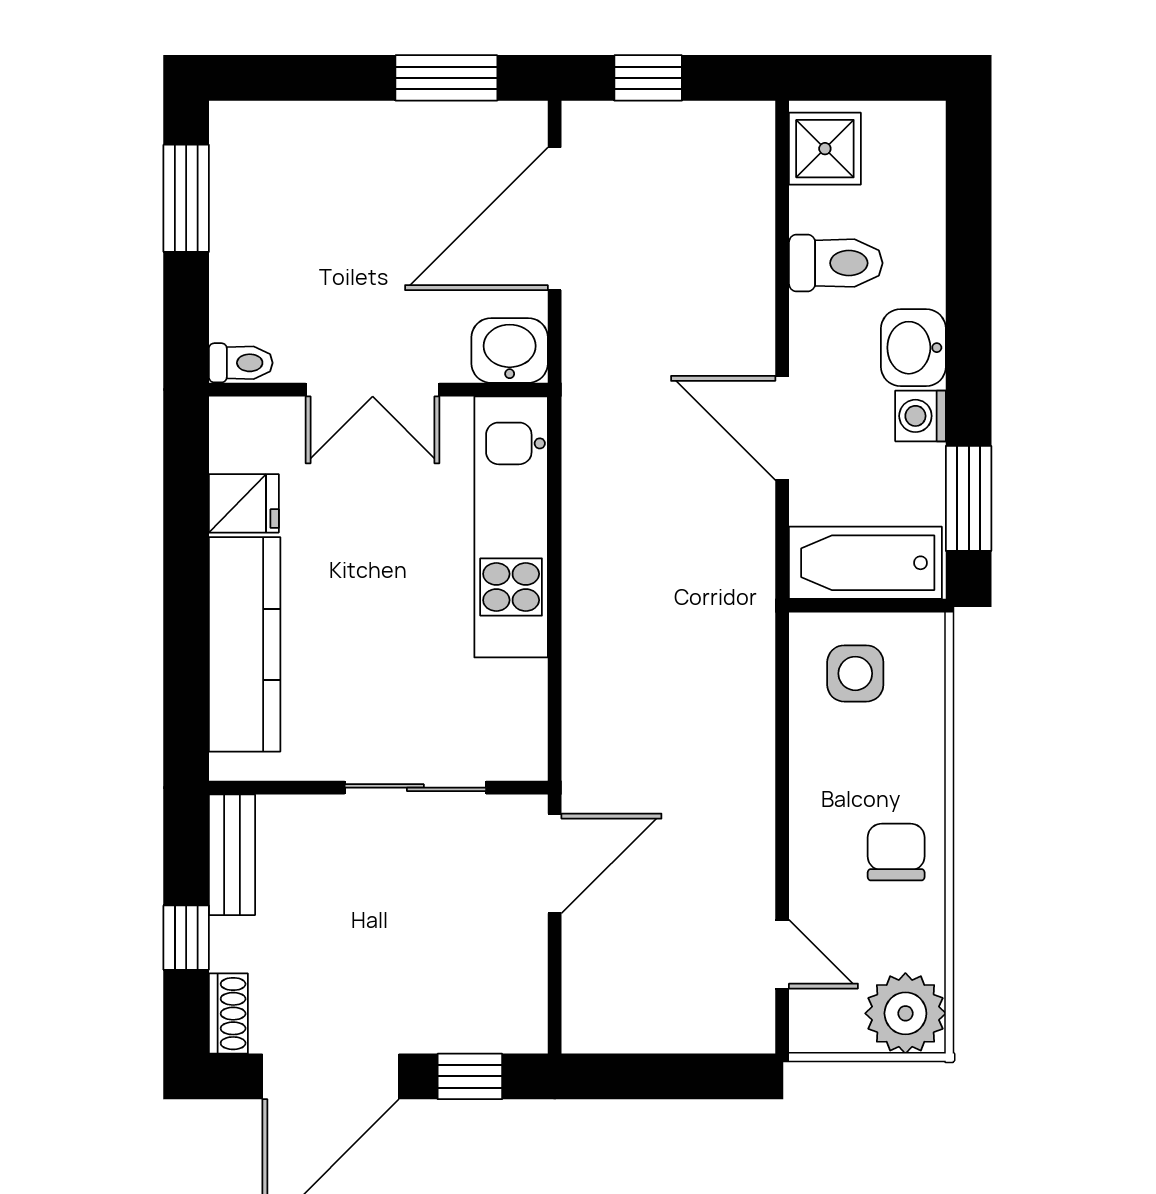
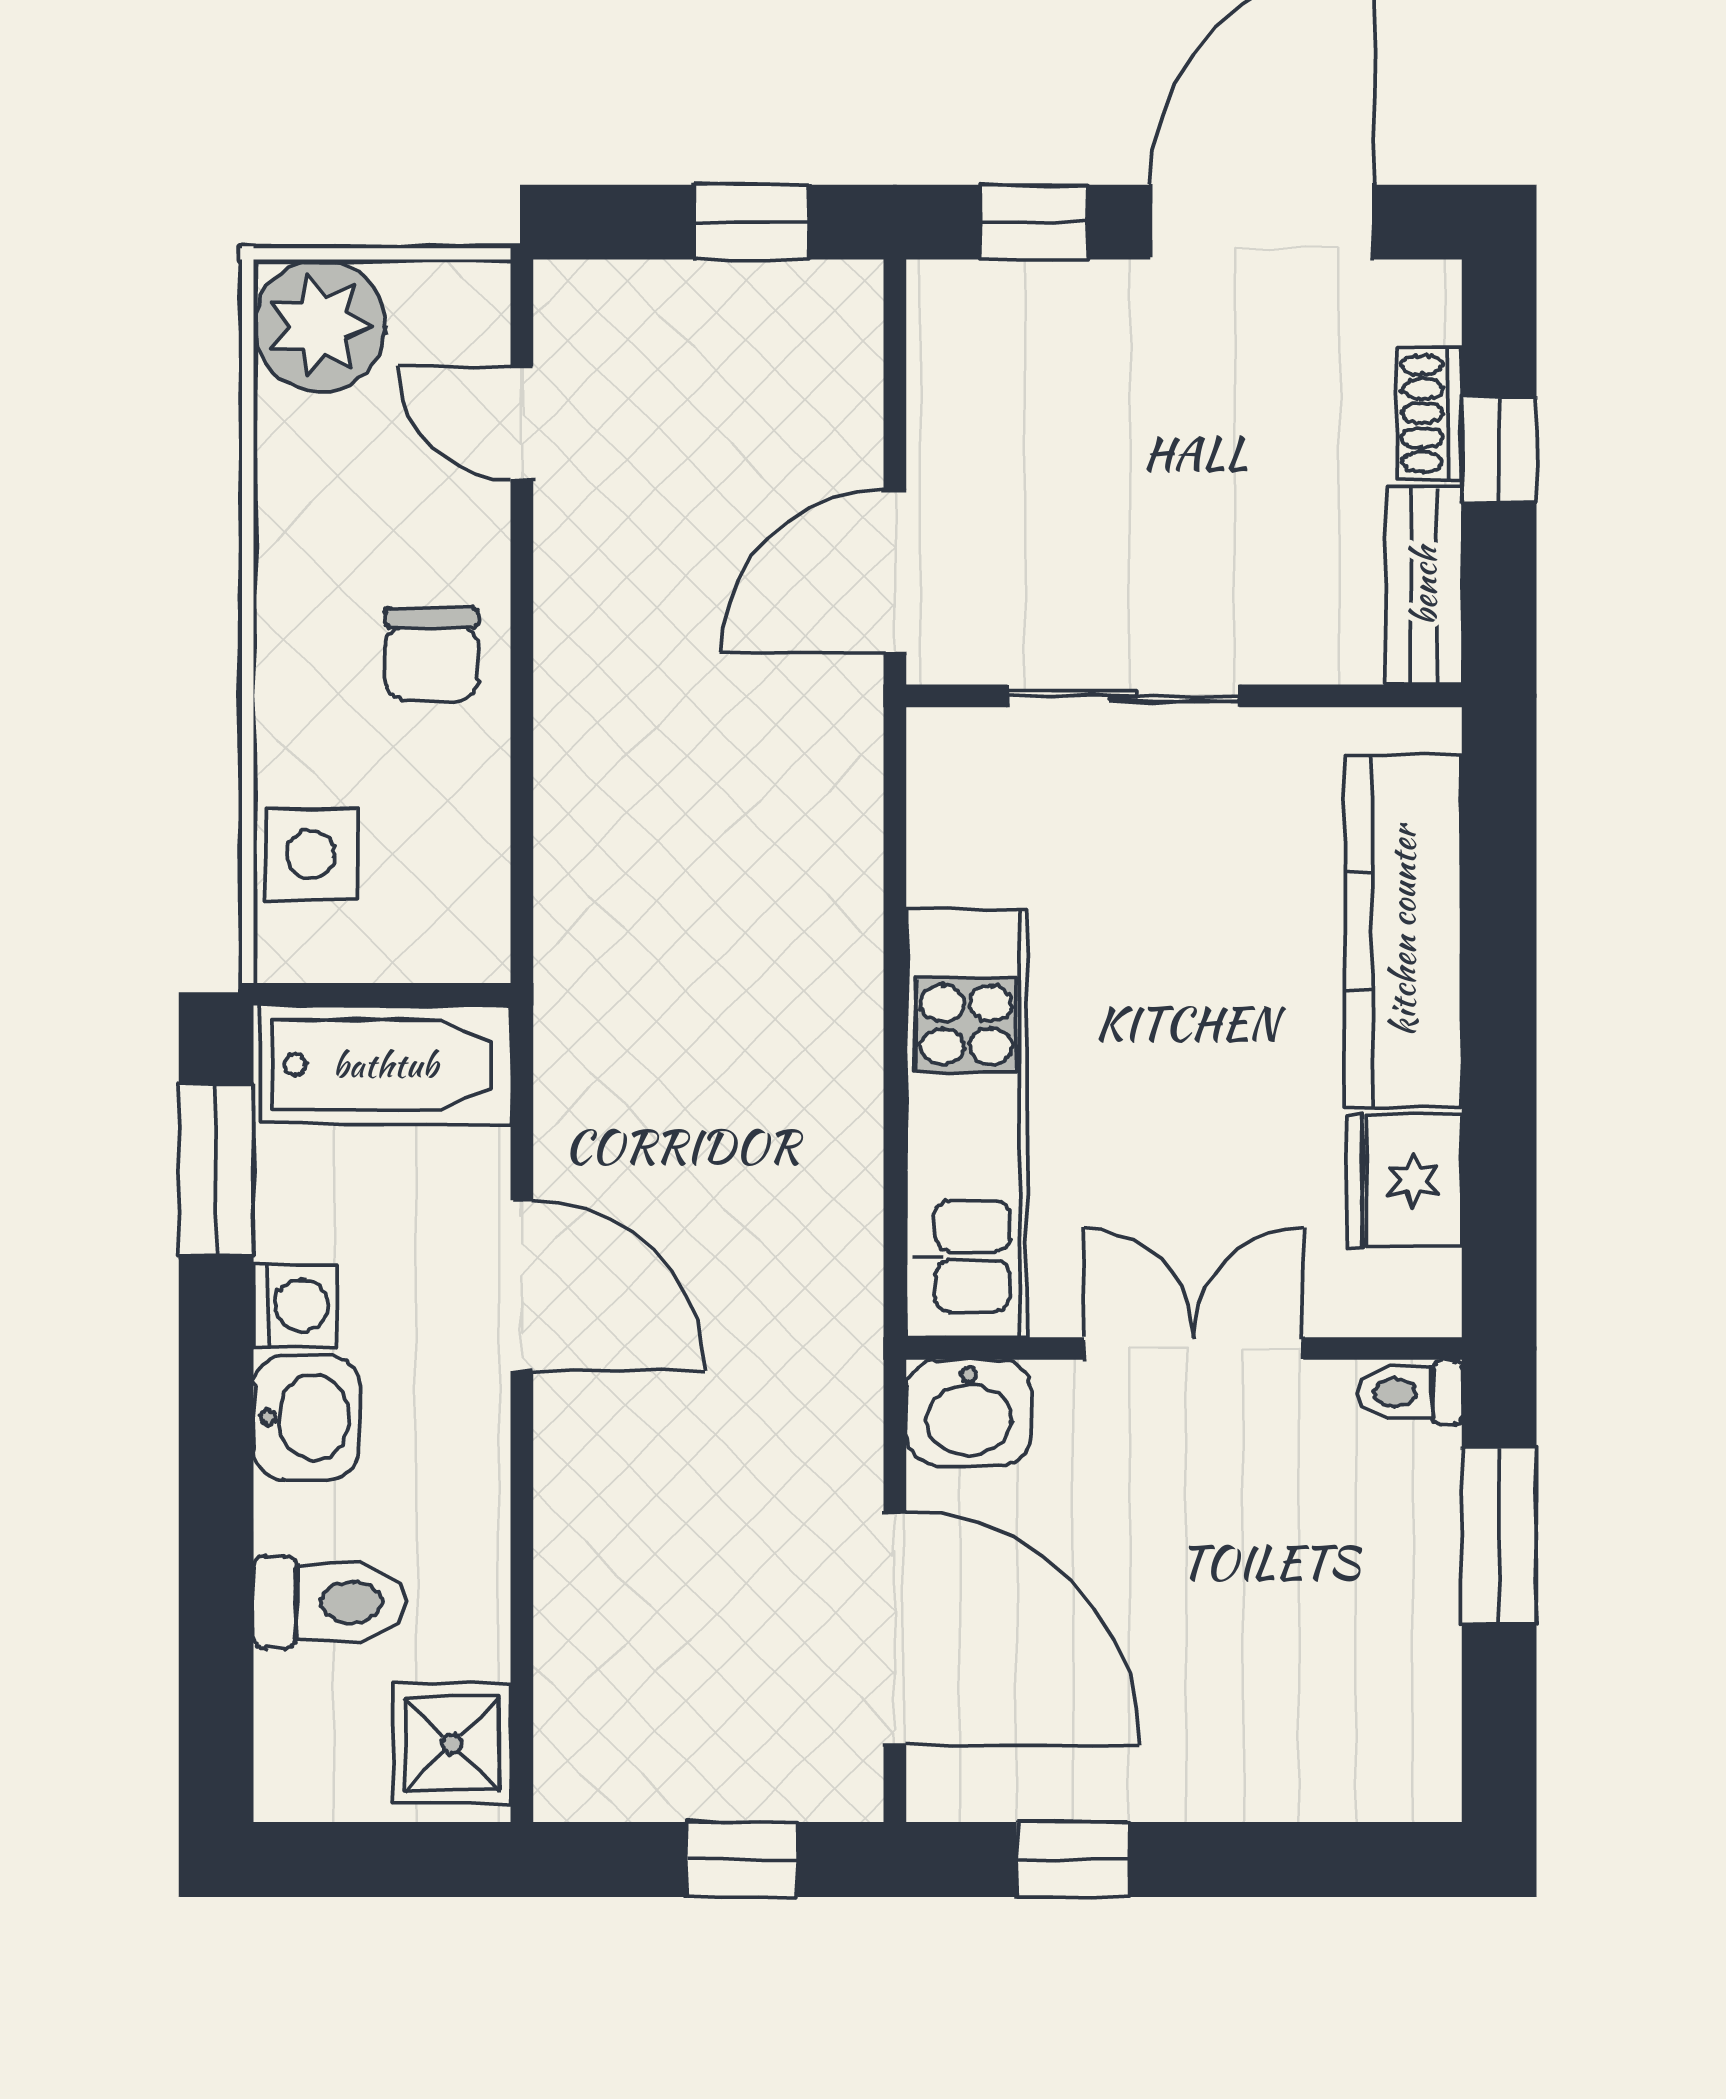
window: (446, 78) -> (1072, 1860), width x0.67
window: (186, 198) -> (1499, 1536), moved
door: (555, 219) -> (895, 1629), hinge flipped
toilet: (836, 263) -> (330, 1602), moved, turned 180
fridge: (244, 503) -> (1404, 1181), width x1.38
side table: (855, 673) -> (311, 854), moved
chair: (896, 852) -> (432, 655), moved
shoe rack: (228, 1014) -> (1430, 413), moved
window: (642, 1076) -> (752, 222), added

